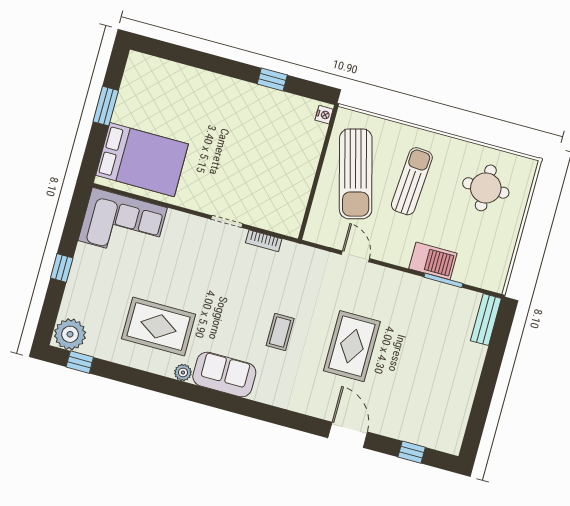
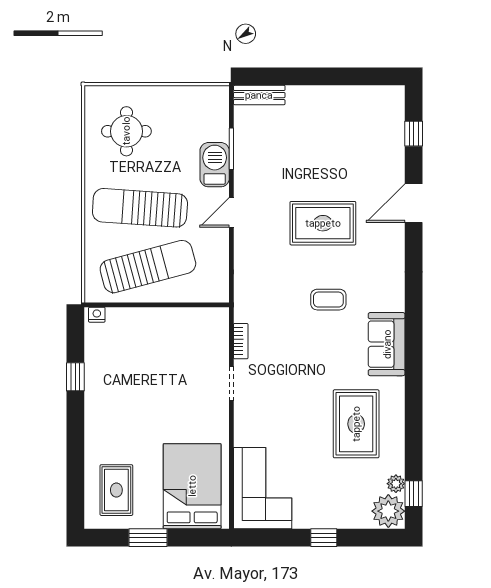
rug: (157, 89) -> (116, 490), added
sun lounger: (412, 181) -> (140, 208), width x1.36, depth x1.34
door: (355, 256) -> (231, 212), moved
plant: (183, 373) -> (396, 484), moved

